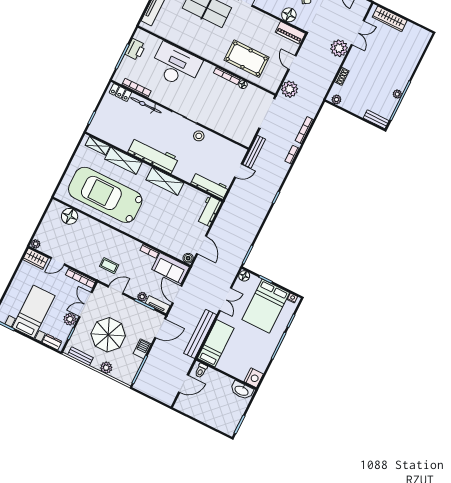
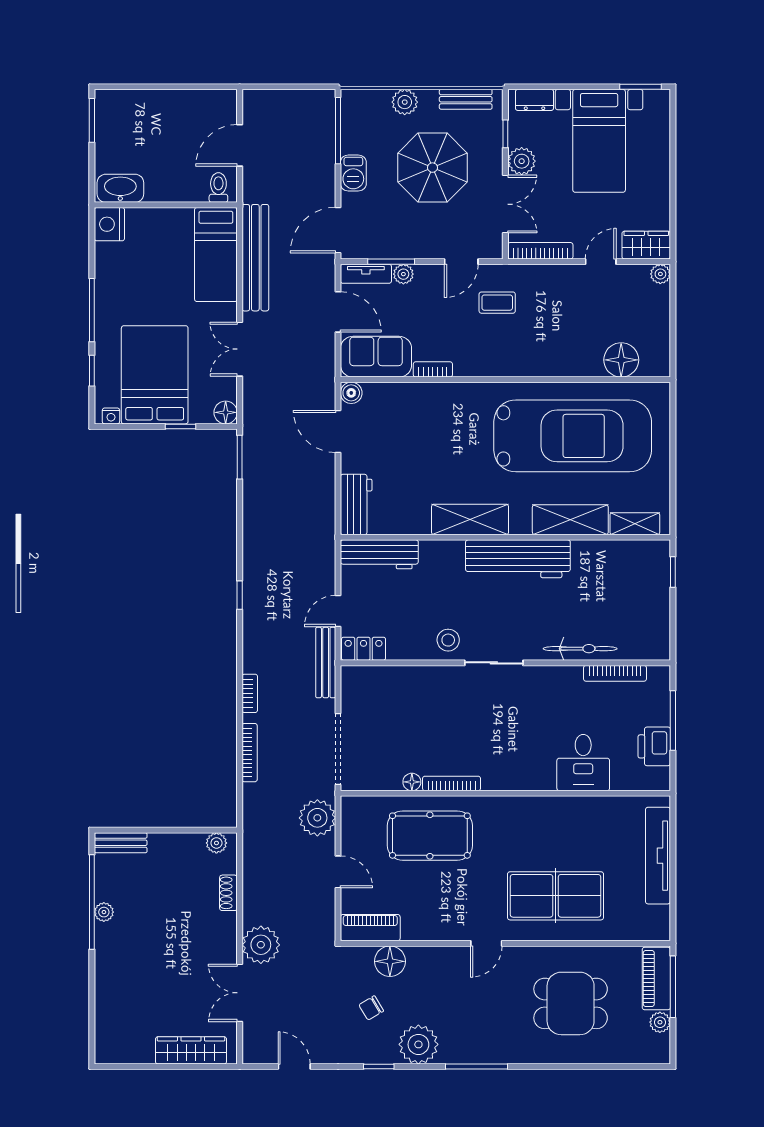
desk: (176, 66) -> (583, 763), width x0.53, depth x0.77
locker: (120, 92) -> (364, 649), moved

